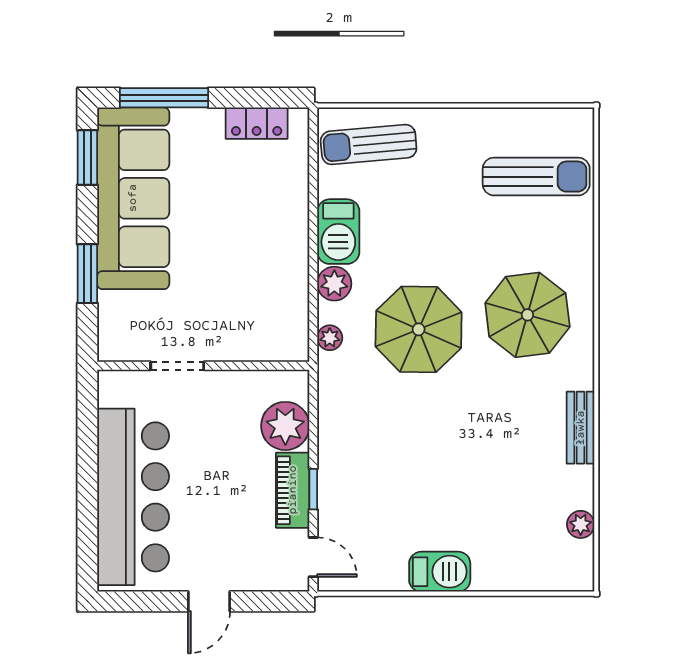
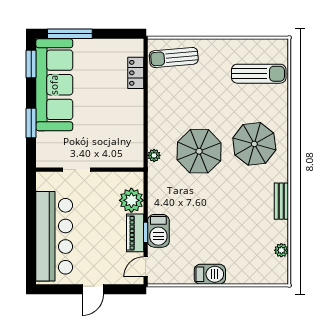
locker: (257, 123) -> (136, 73), moved, turned 90
barbecue: (338, 232) -> (158, 231), moved
plant: (334, 284) -> (156, 128), removed
door: (313, 557) -> (146, 267), swing flipped

